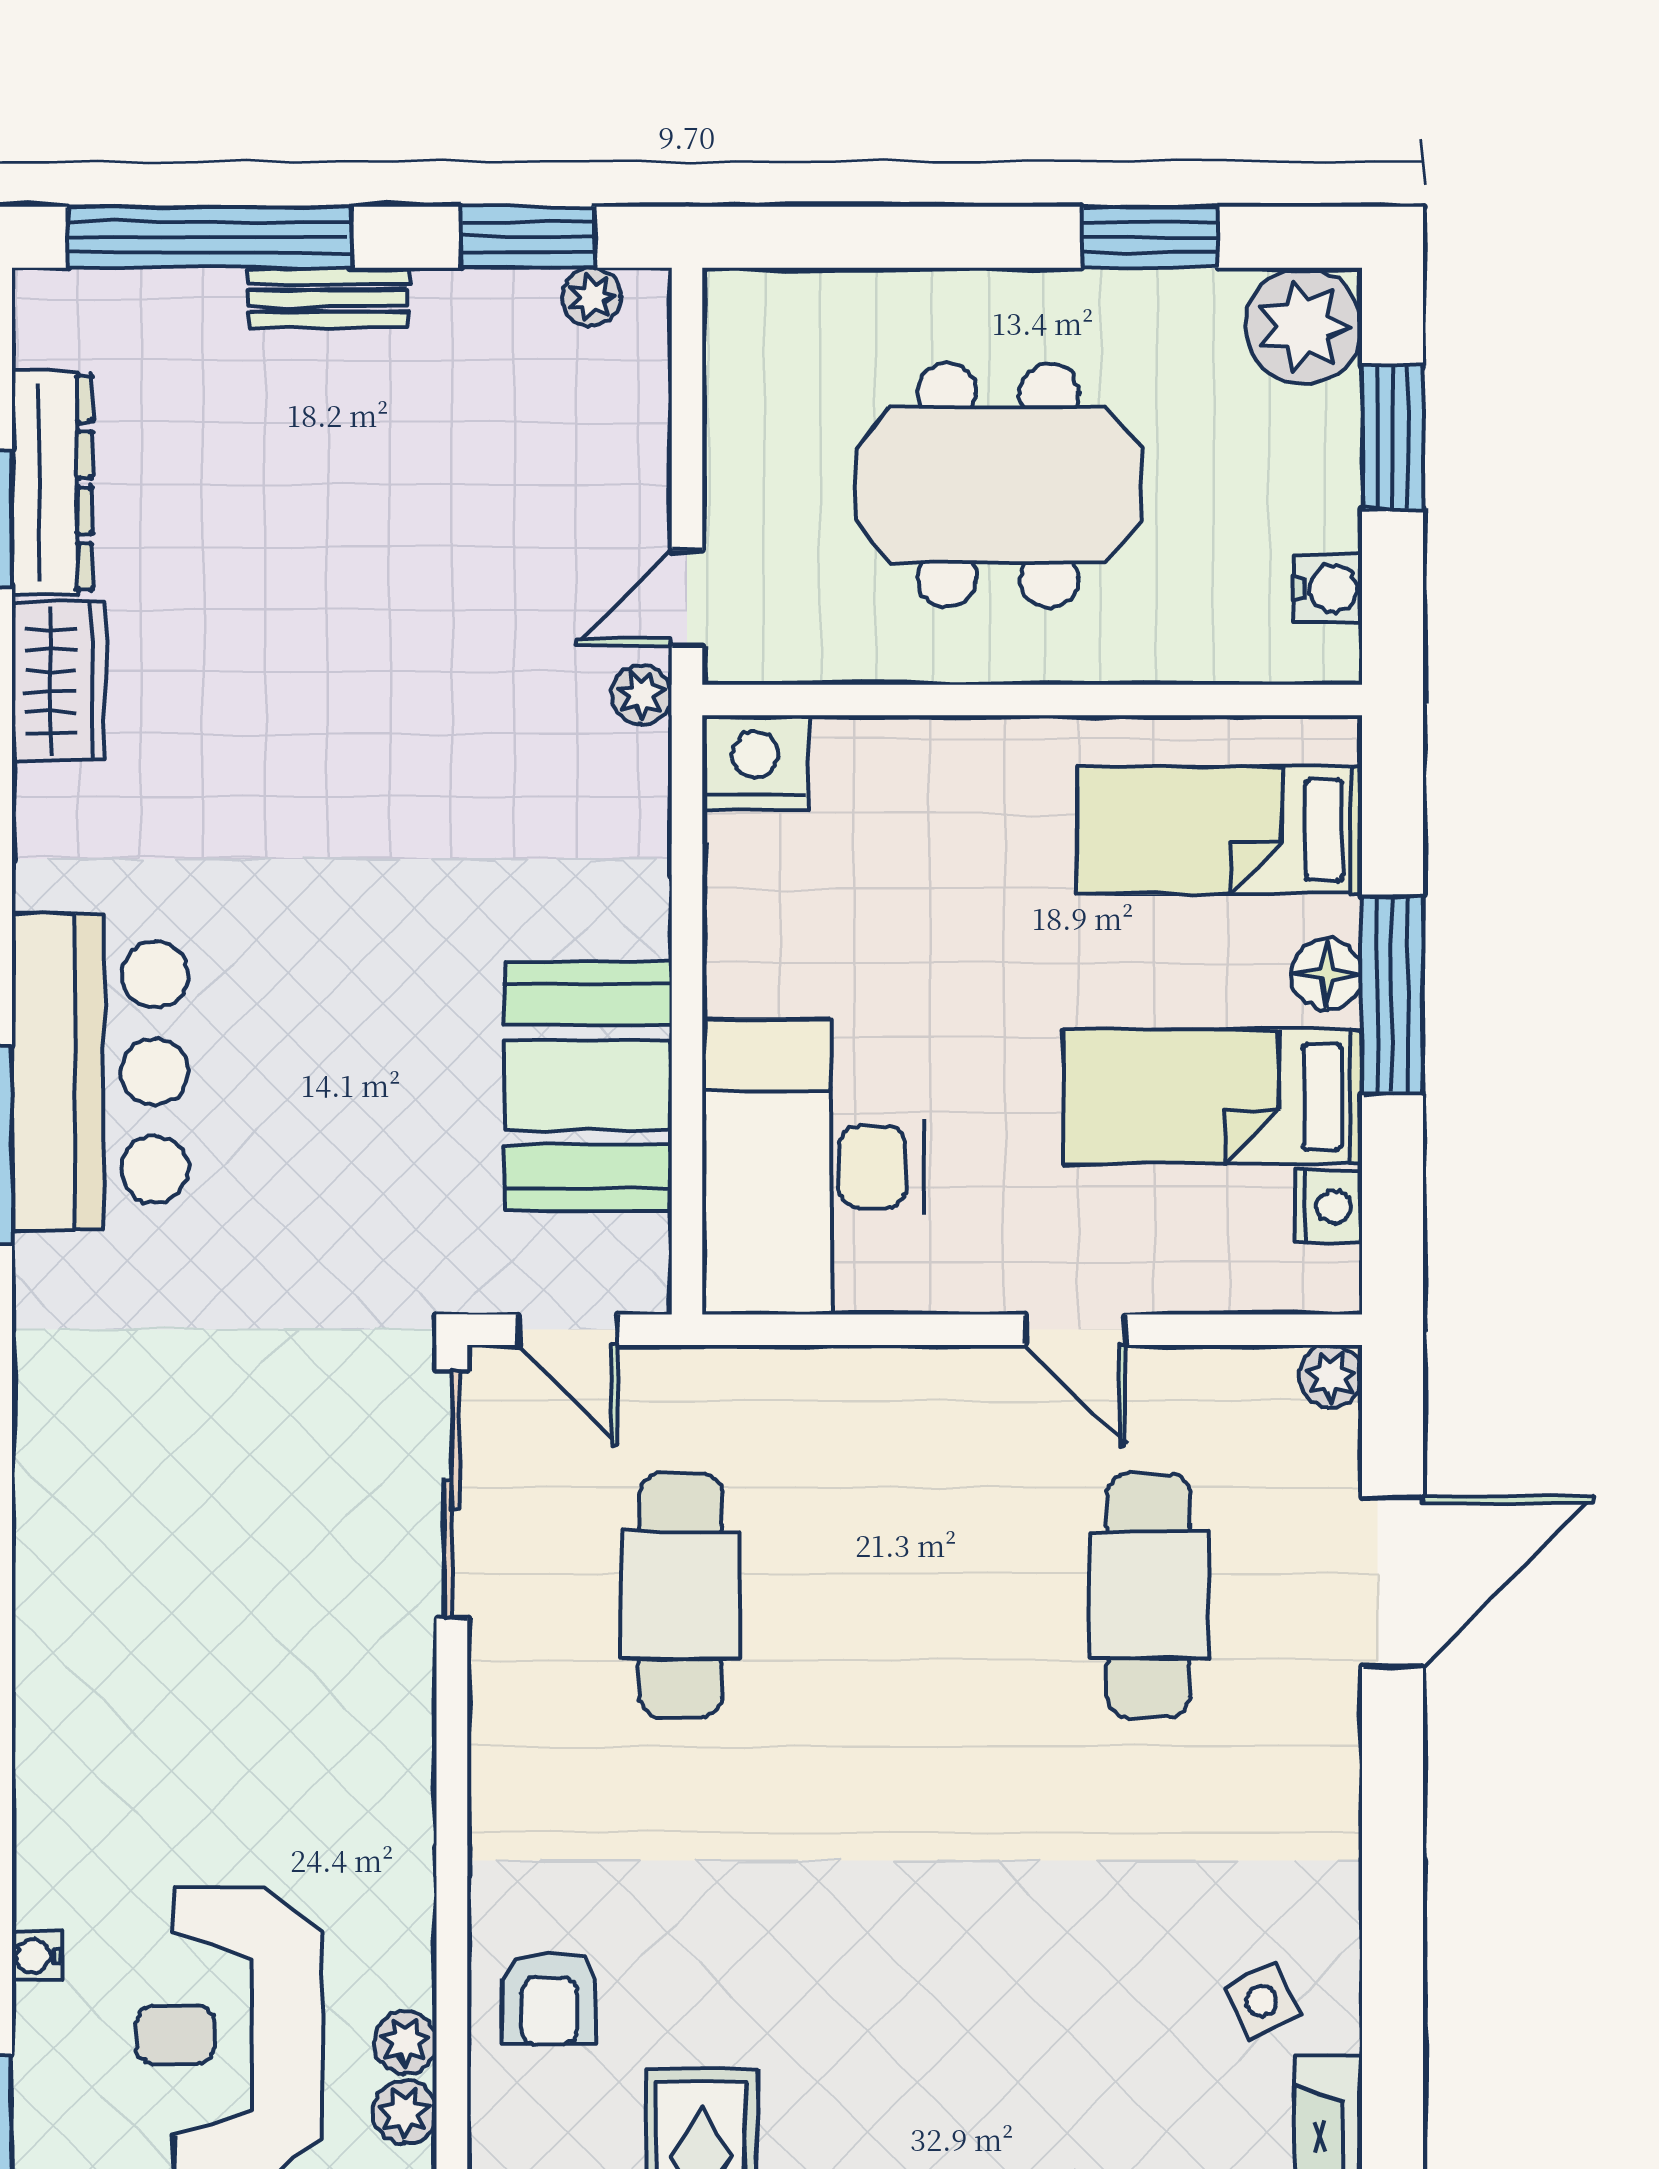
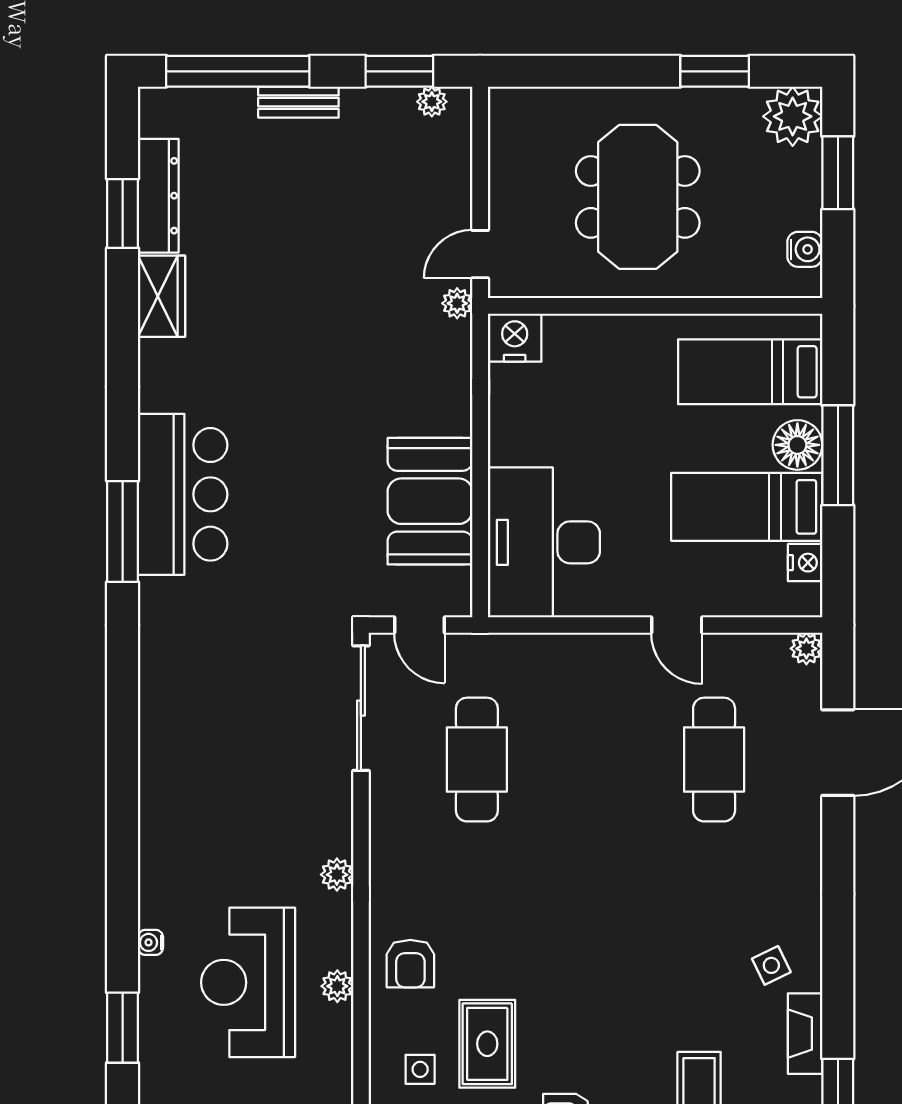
meeting table: (998, 485) -> (638, 197), turned 90
floor lamp: (1327, 975) -> (797, 445), width x1.38, depth x1.38
plant: (405, 2112) -> (337, 875), moved

